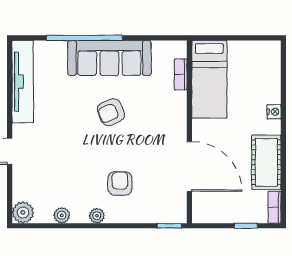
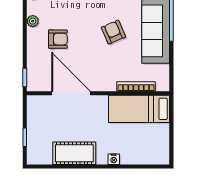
bookcase: (181, 74) -> (136, 86), width x1.56
door: (189, 167) -> (71, 93), swing flipped
bookcase: (274, 207) -> (39, 160), removed

